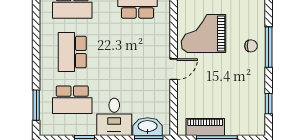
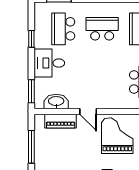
washbasin: (148, 127) -> (56, 101), moved, turned -90
piano: (205, 127) -> (61, 121), moved, turned 90

